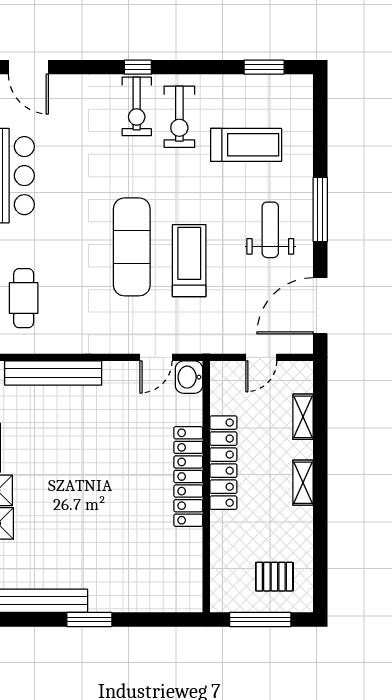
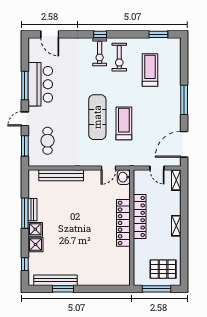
treadmill: (246, 145) -> (150, 70), turned -90
weight bench: (270, 230) -> (161, 109), removed
door: (261, 357) -> (157, 168), hinge flipped
shelving: (303, 417) -> (176, 180), moved
pallet: (274, 577) -> (163, 269), width x1.50, depth x1.42
window: (89, 619) -> (63, 289), moved

